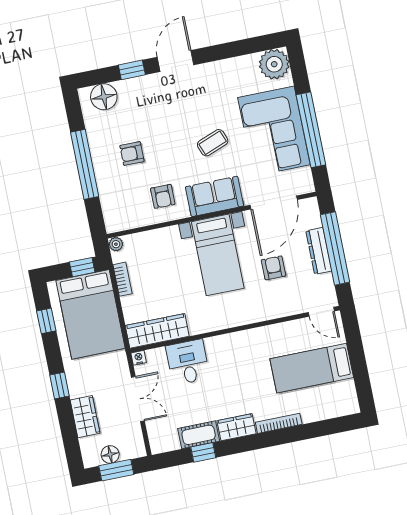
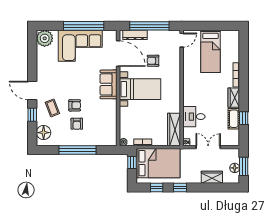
coffee table: (213, 143) -> (52, 108), moved
armchair: (163, 196) -> (75, 105), moved
dresser: (319, 251) -> (135, 35), moved
window: (59, 386) -> (180, 187), moved

